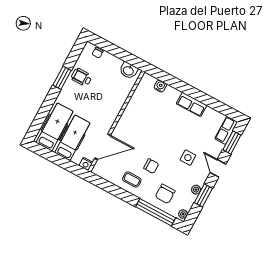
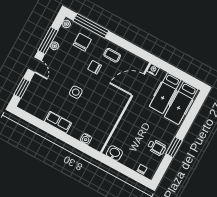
row of seats: (226, 130) -> (27, 99), removed
side table: (188, 158) -> (76, 92), moved
window: (203, 195) -> (48, 41), width x1.44

